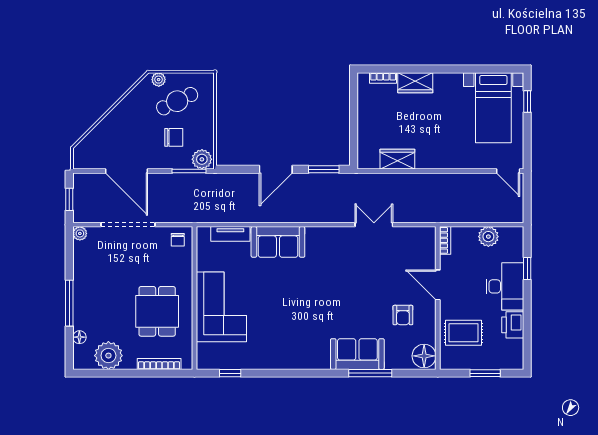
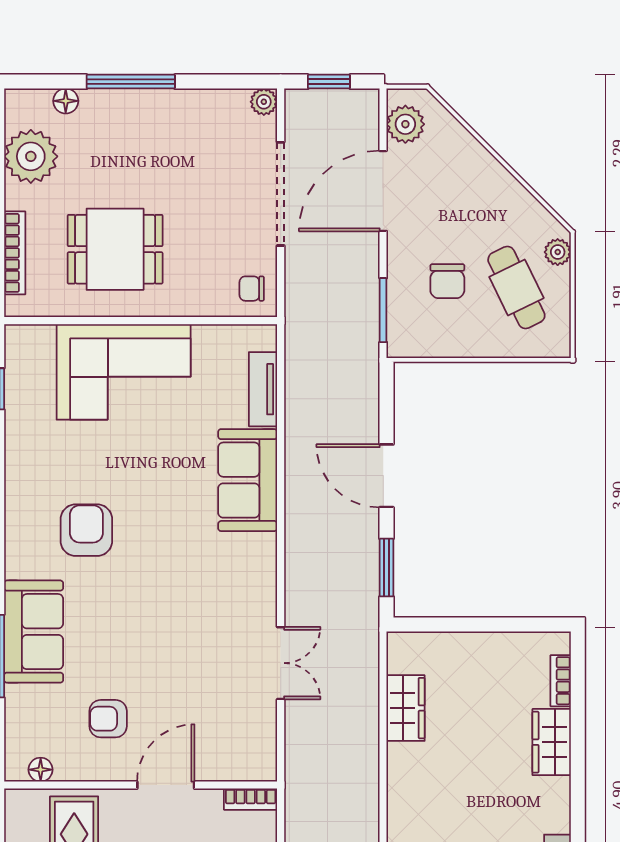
plant: (202, 159) -> (405, 124), moved
armchair: (304, 326) -> (86, 530), added
floor lamp: (424, 356) -> (41, 770), width x0.53, depth x0.53

